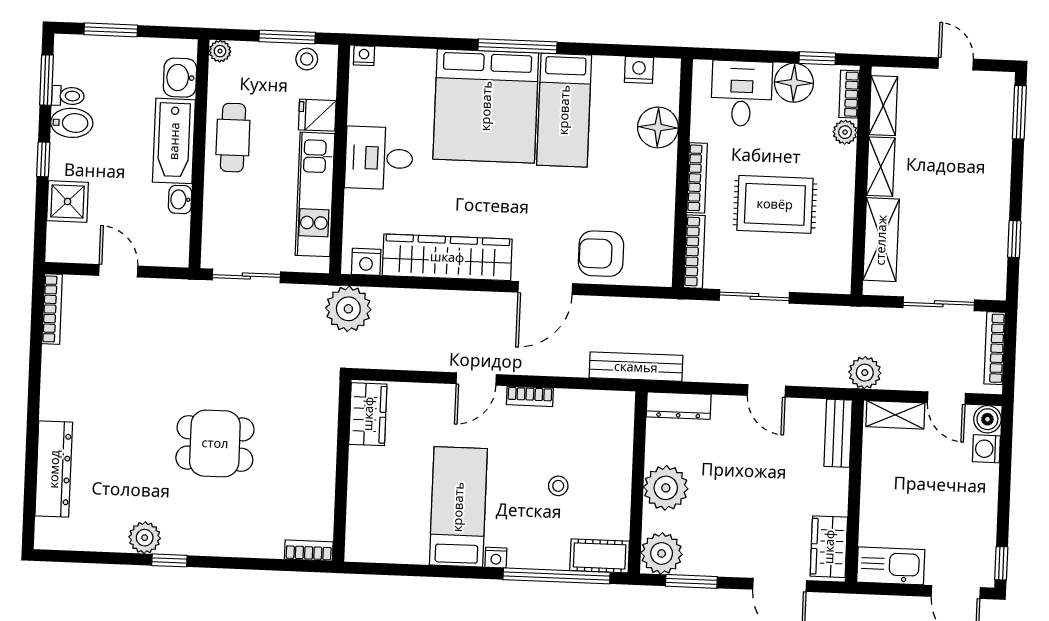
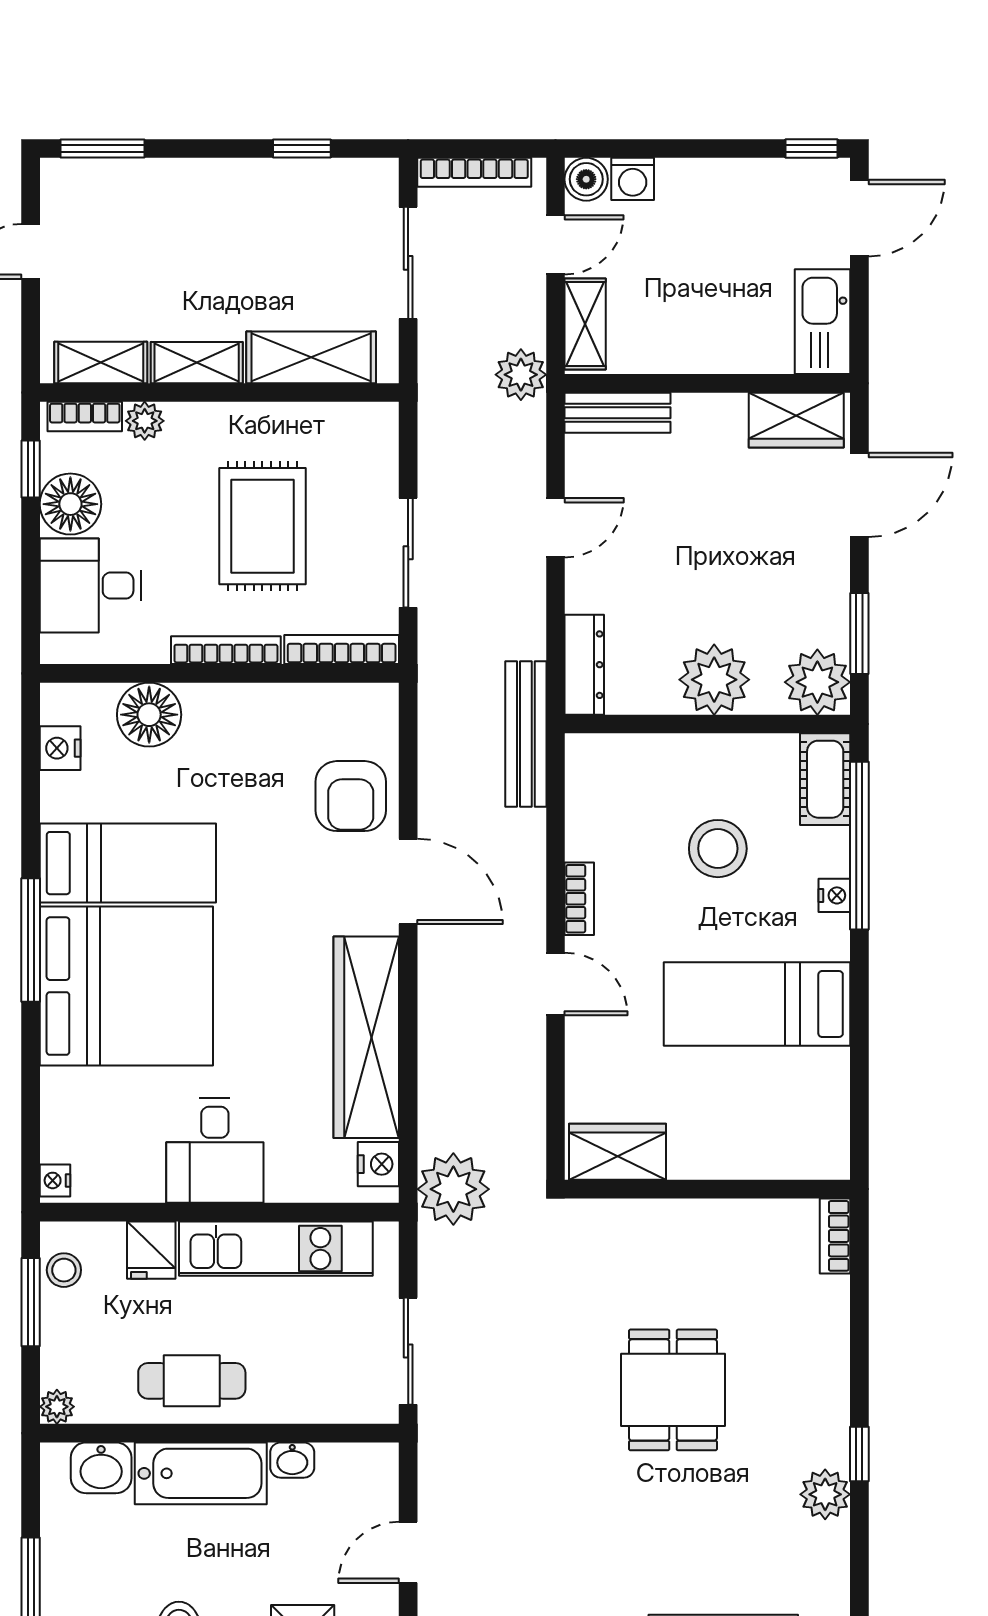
stool: (558, 486) -> (718, 849), width x1.89, depth x1.89
nightstand: (496, 558) -> (834, 895), moved

